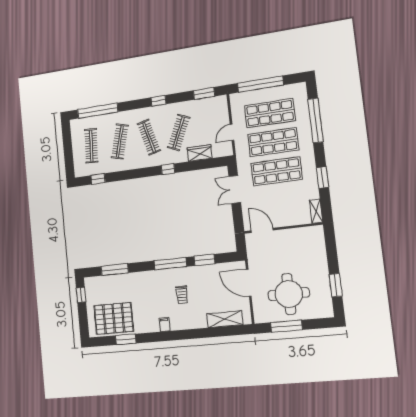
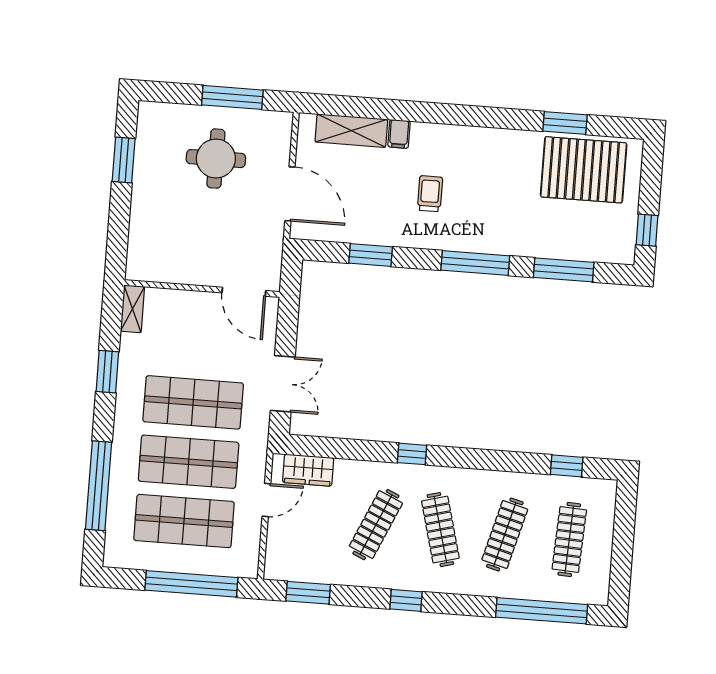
wardrobe: (200, 153) -> (308, 470), moved
window: (170, 264) -> (475, 263), moved
round table: (289, 294) -> (216, 159), width x0.73, depth x0.73
filing cabinet: (165, 325) -> (399, 134), moved

